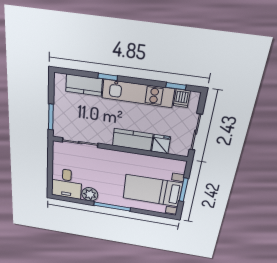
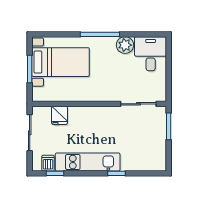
kitchen counter: (84, 85) -> (138, 163), removed
kitchen counter: (133, 140) -> (87, 115), removed

